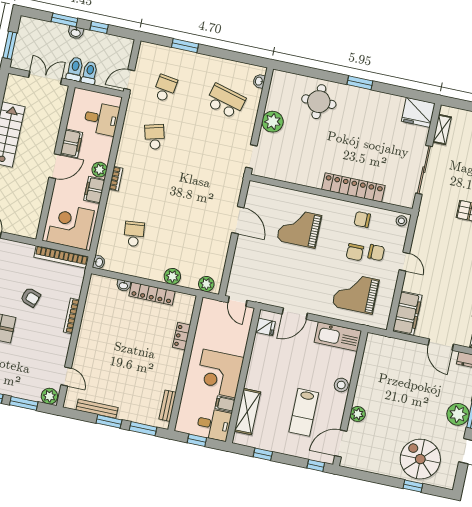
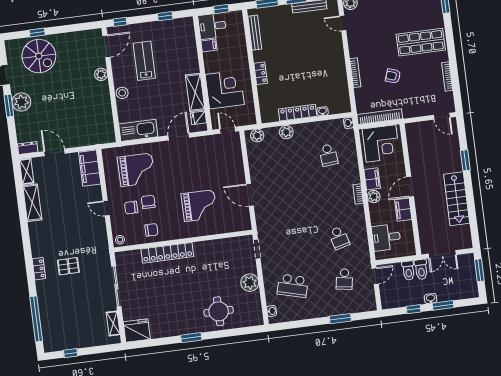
locker: (181, 336) -> (261, 73), moved
corner desk: (219, 374) -> (225, 90), moved
bench: (167, 406) -> (255, 33), width x1.36
shelving: (247, 412) -> (195, 92), moved

